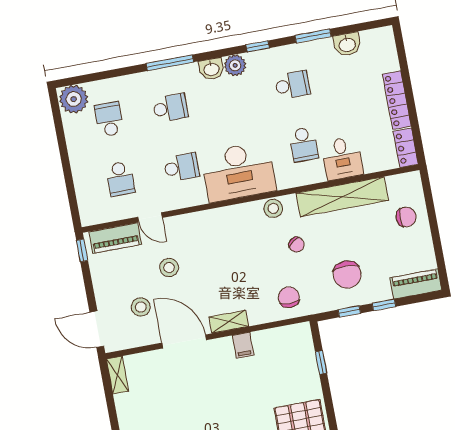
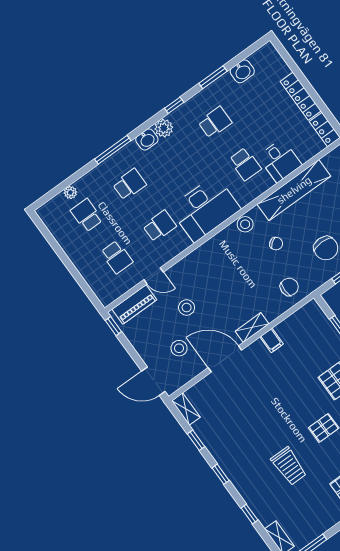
plant: (74, 99) -> (70, 192), moved, width x0.53, depth x0.53
chair: (289, 297) -> (289, 287), turned 90
window: (113, 413) -> (196, 440), added

